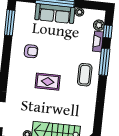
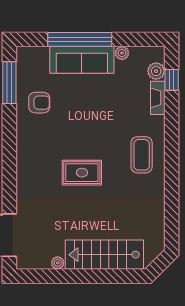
armchair: (31, 51) -> (39, 103), moved
window: (104, 62) -> (172, 130), removed

